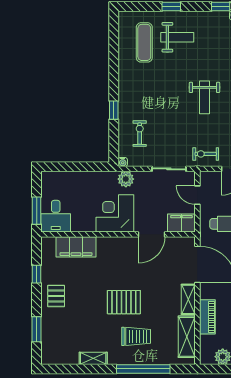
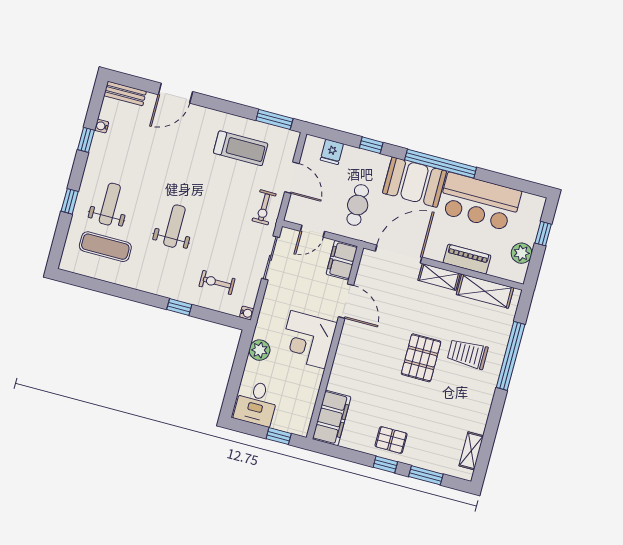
weight bench: (204, 97) -> (174, 226), moved, turned -90
plant: (126, 179) -> (260, 350), moved
window: (37, 211) -> (279, 436), width x0.67
desk: (56, 216) -> (256, 403), moved, turned 90
filing cabinet: (76, 247) -> (332, 418), moved
window: (37, 274) -> (385, 464), moved
trolley: (136, 336) -> (468, 354), turned -90
shelving: (93, 358) -> (471, 451), moved

